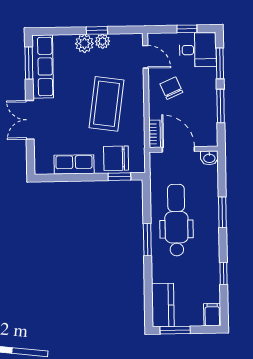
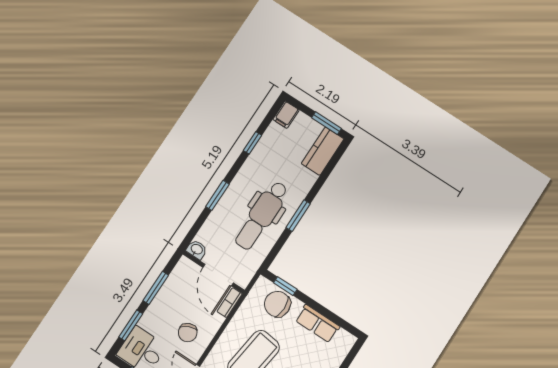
chair: (116, 158) -> (277, 304), turned 180

